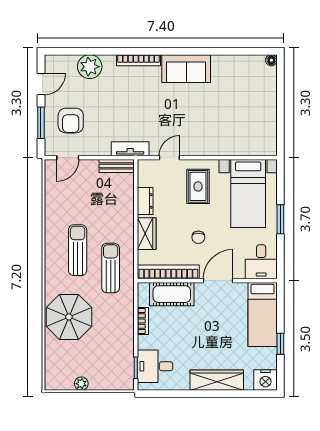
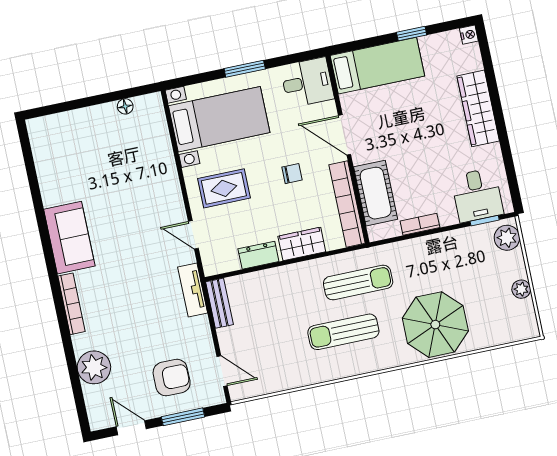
floor lamp: (271, 60) -> (125, 106), moved
sun lounger: (111, 268) -> (358, 283), turned 180
nightstand: (265, 380) -> (469, 35), width x0.53, depth x0.56
plant: (120, 381) -> (507, 238), added

